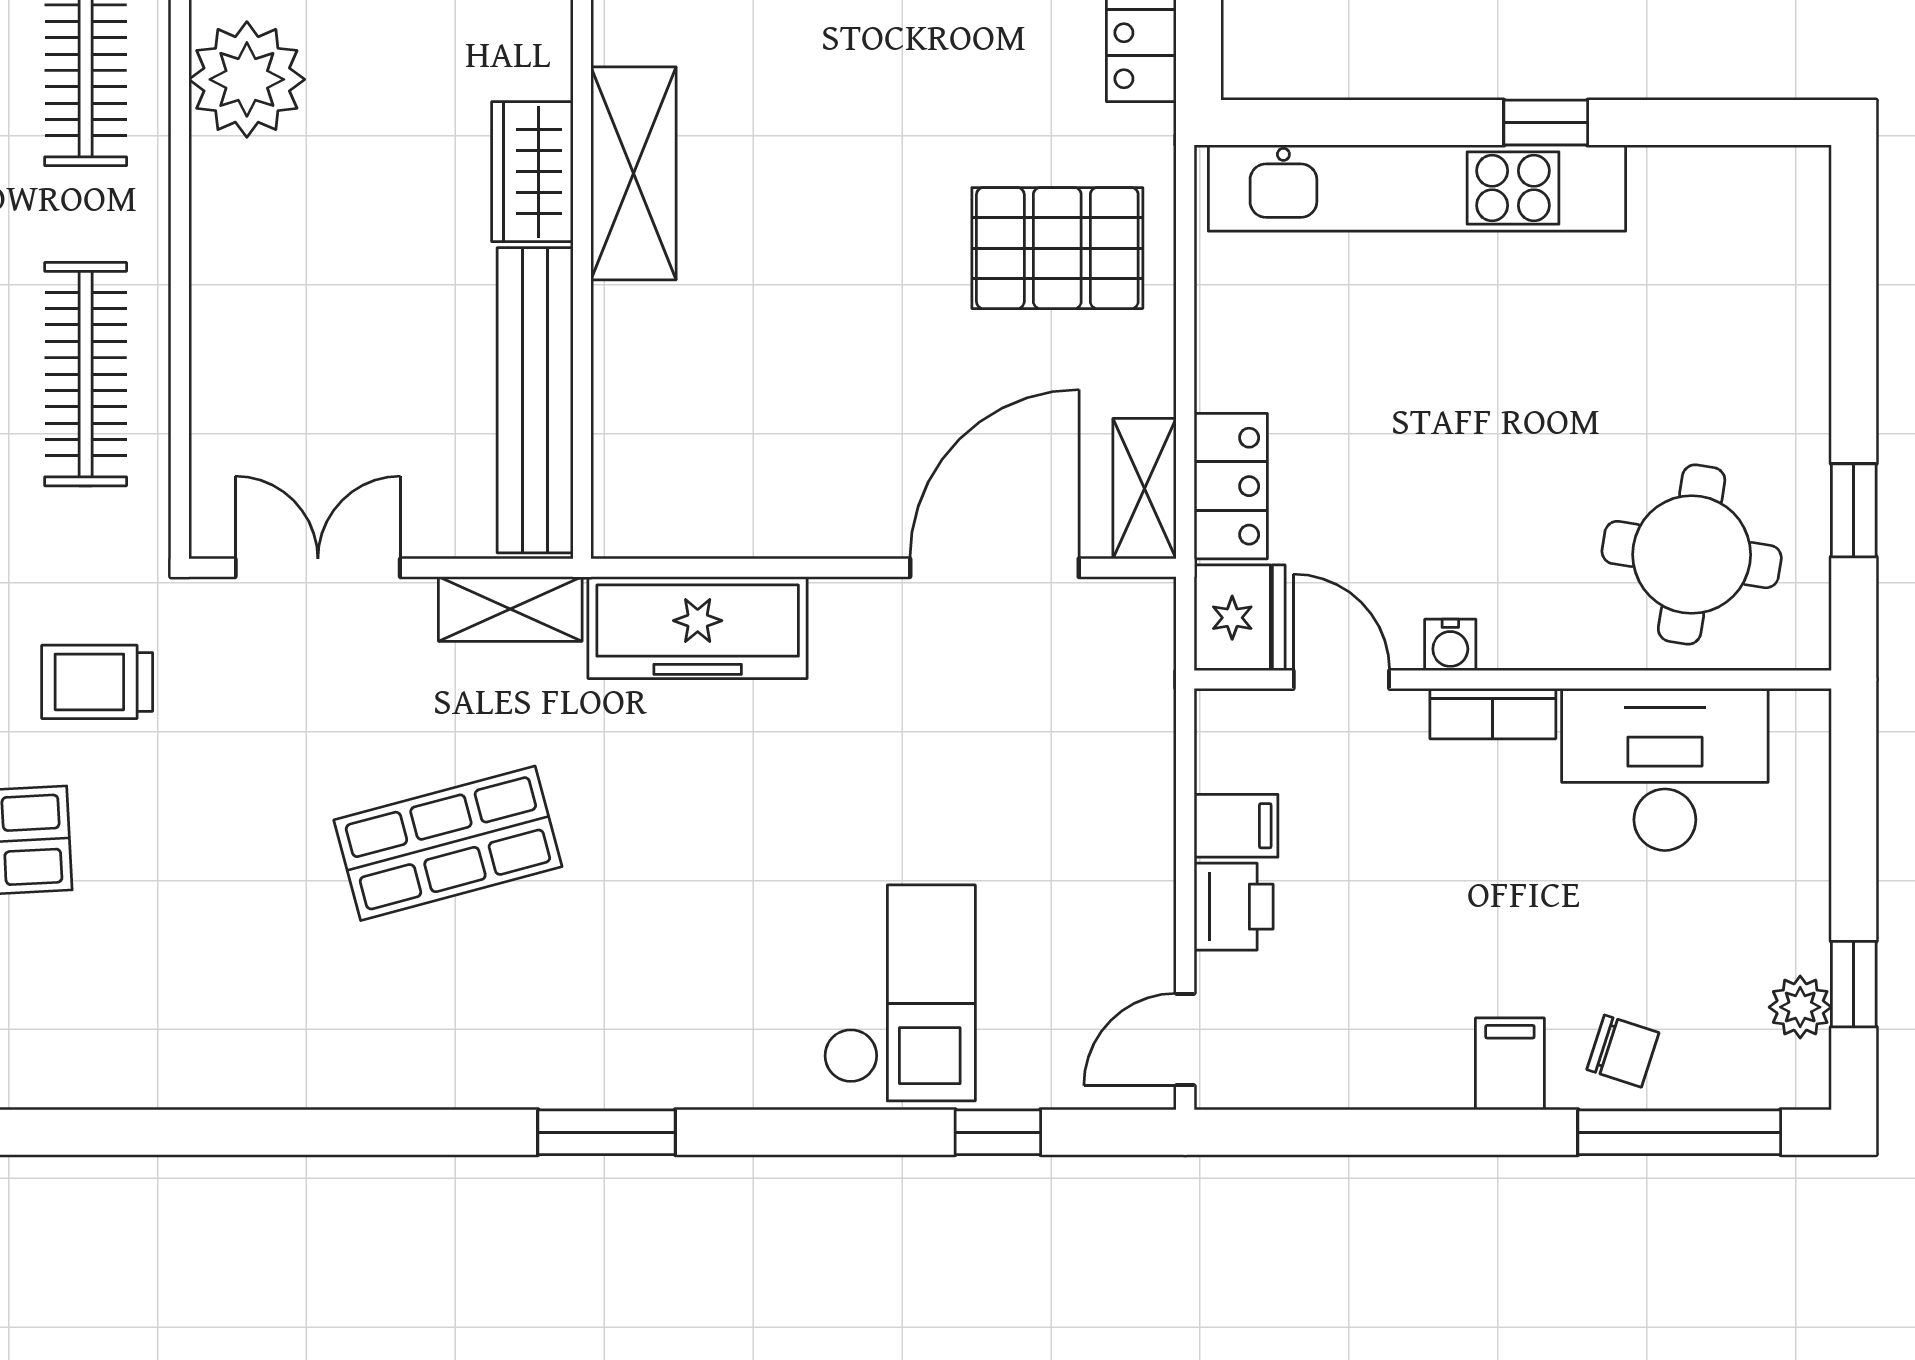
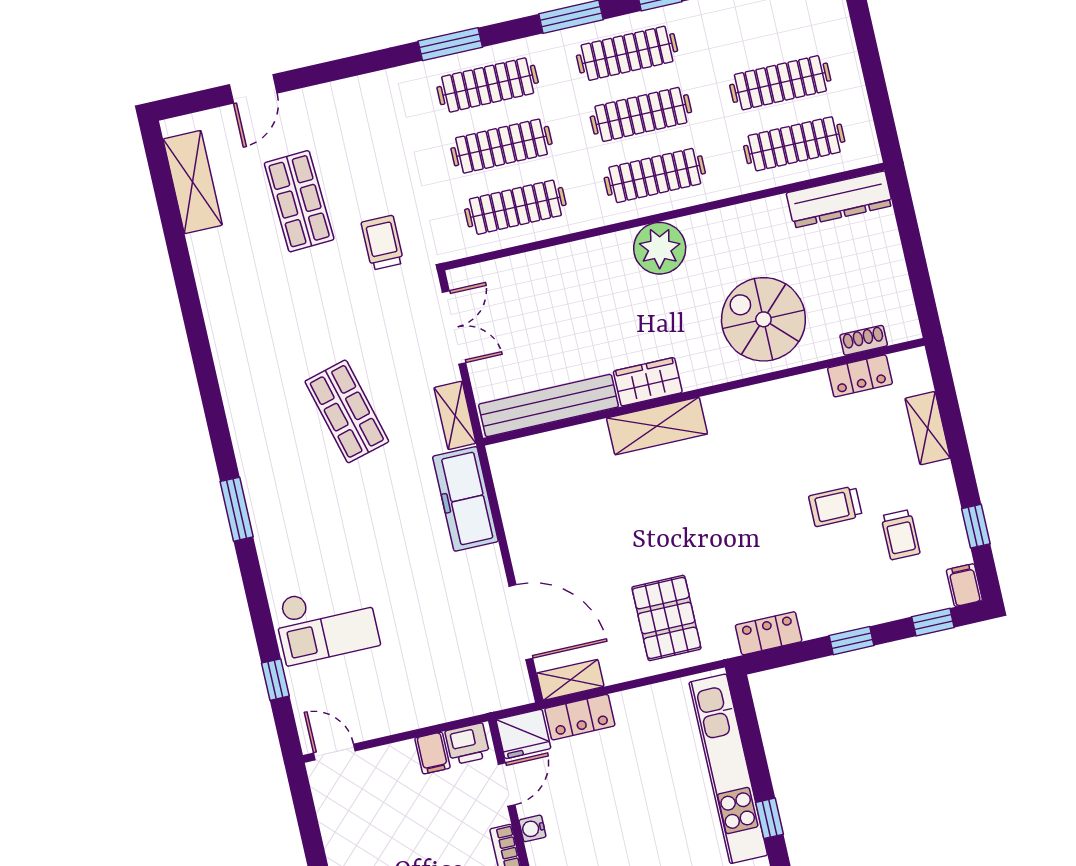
printer: (1234, 907) -> (467, 744), moved

